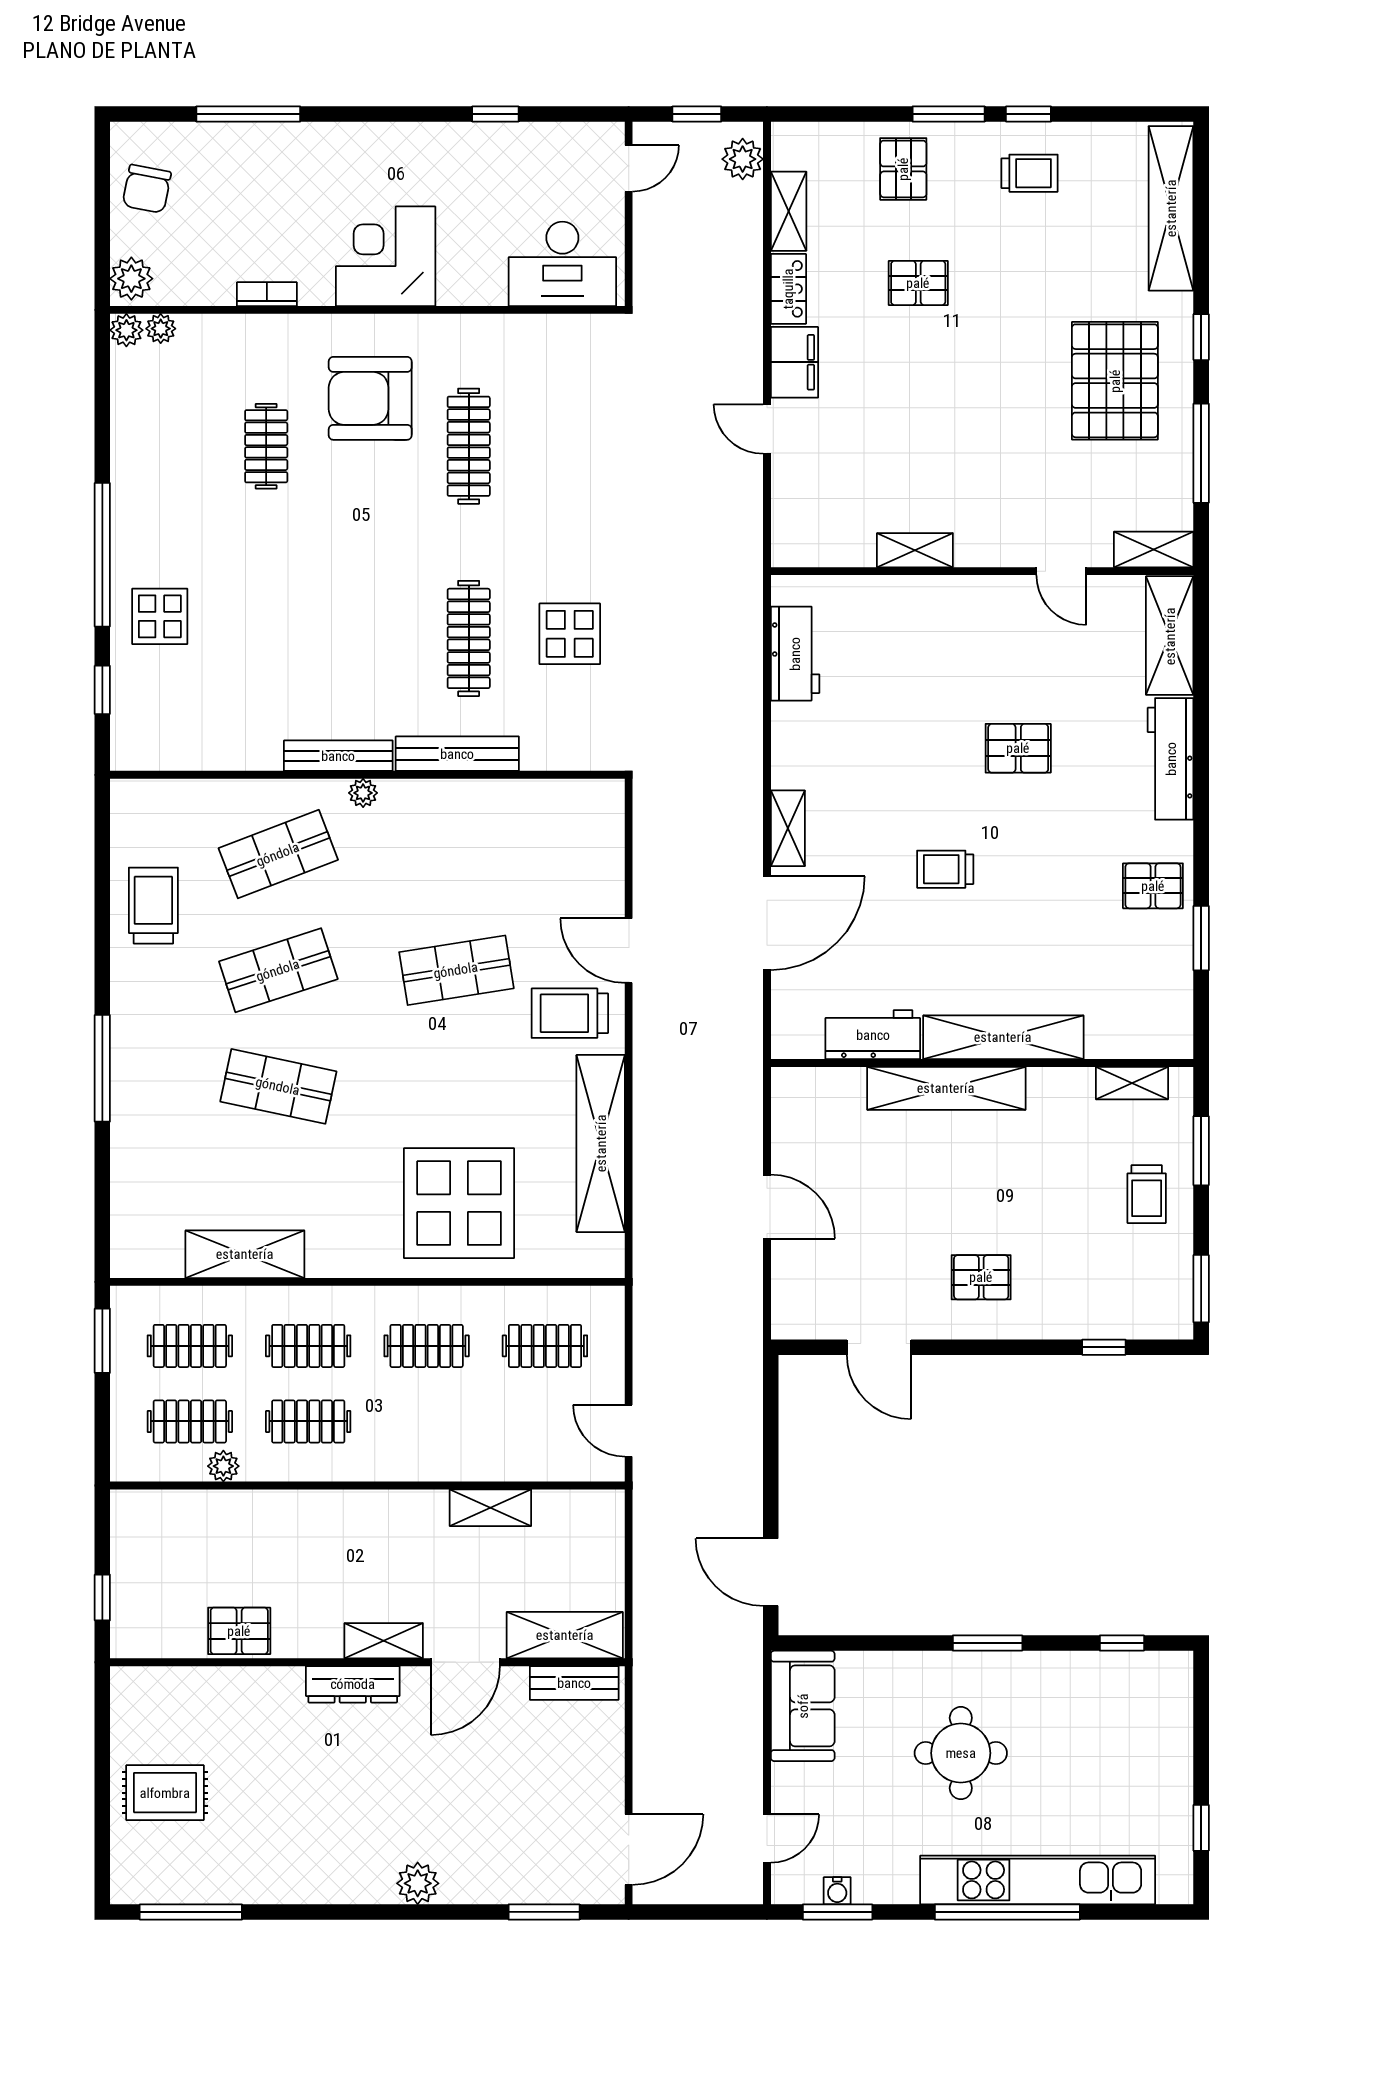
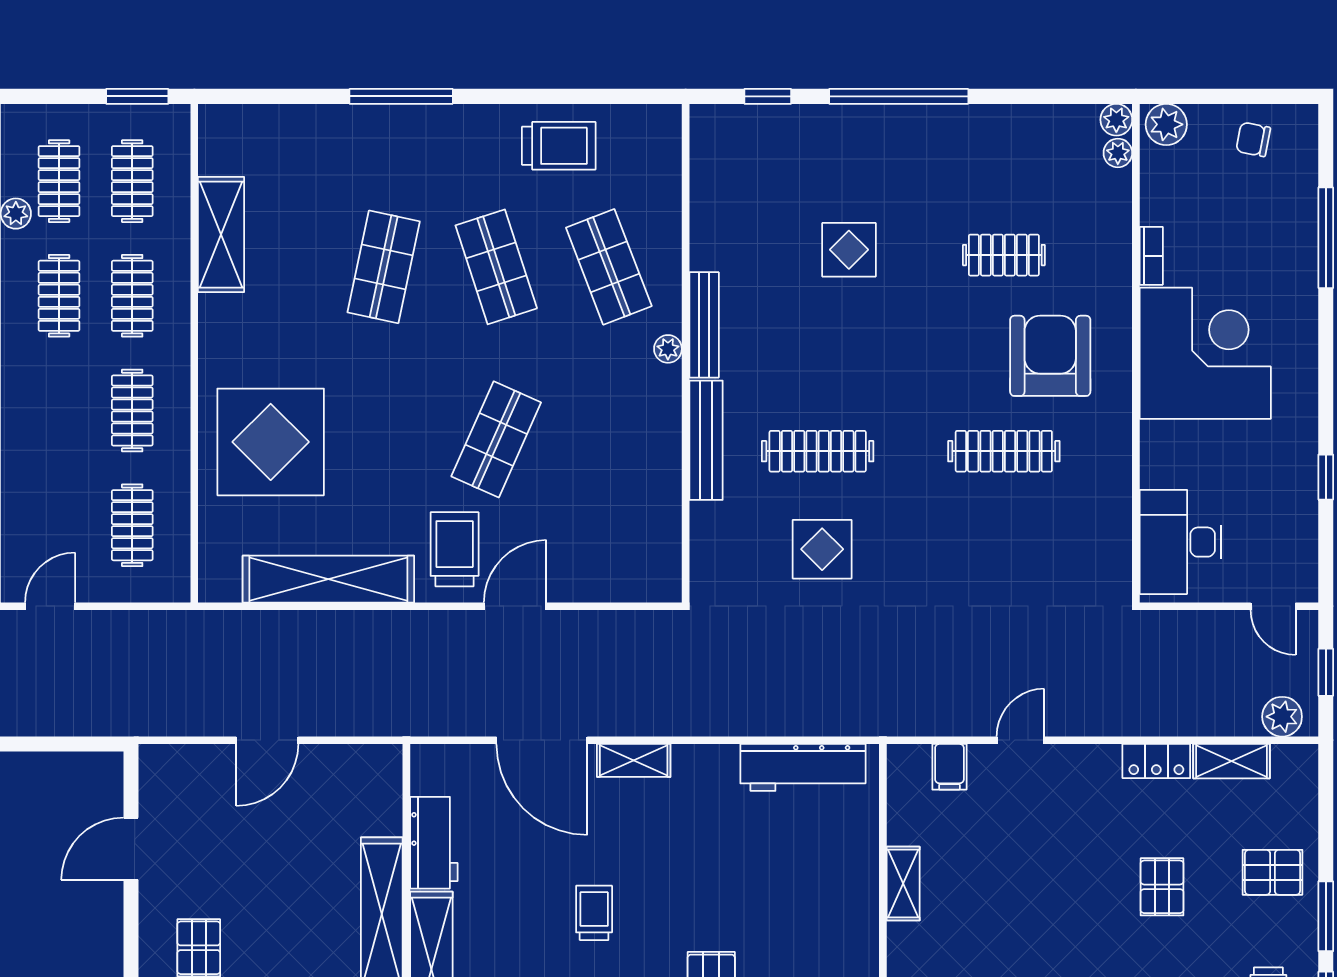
chair: (147, 189) -> (1253, 139), width x0.73, depth x0.73
corner desk: (386, 256) -> (1205, 353), width x1.36, depth x1.36
filing cabinet: (794, 362) -> (949, 767), moved, width x0.50
display table: (160, 616) -> (849, 250), moved
workbench: (795, 654) -> (803, 767), width x1.38
shop shelf: (456, 970) -> (496, 439), turned 33

